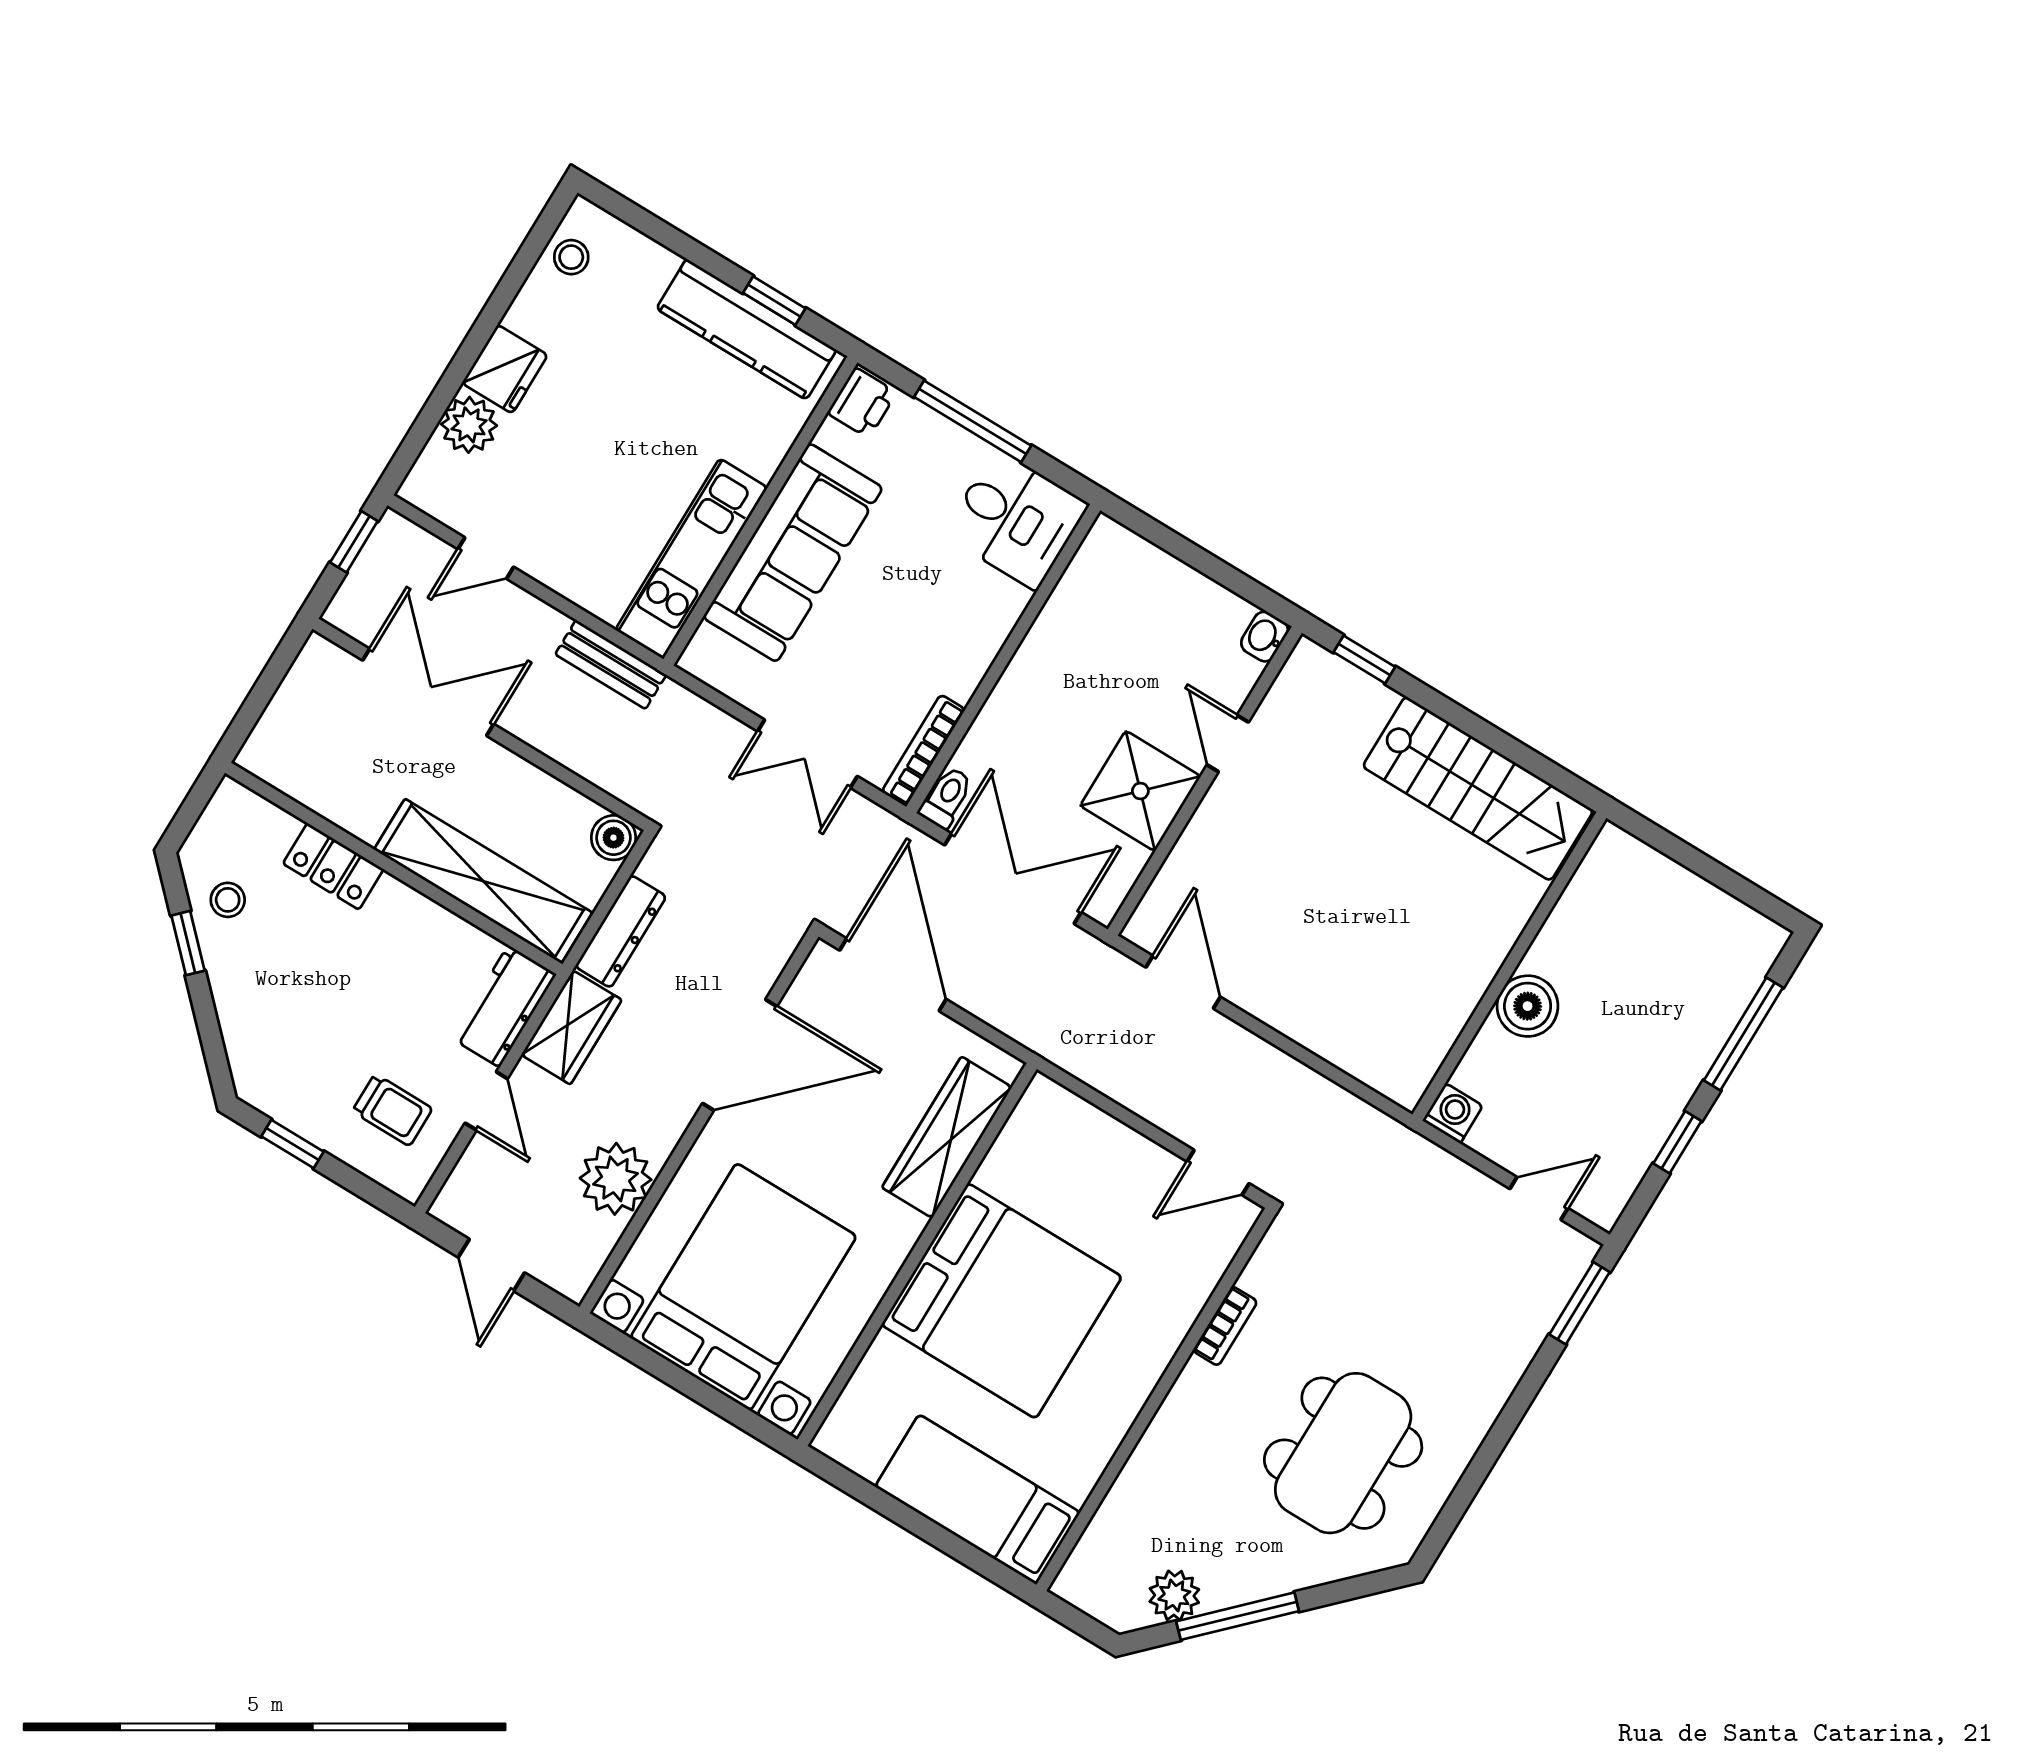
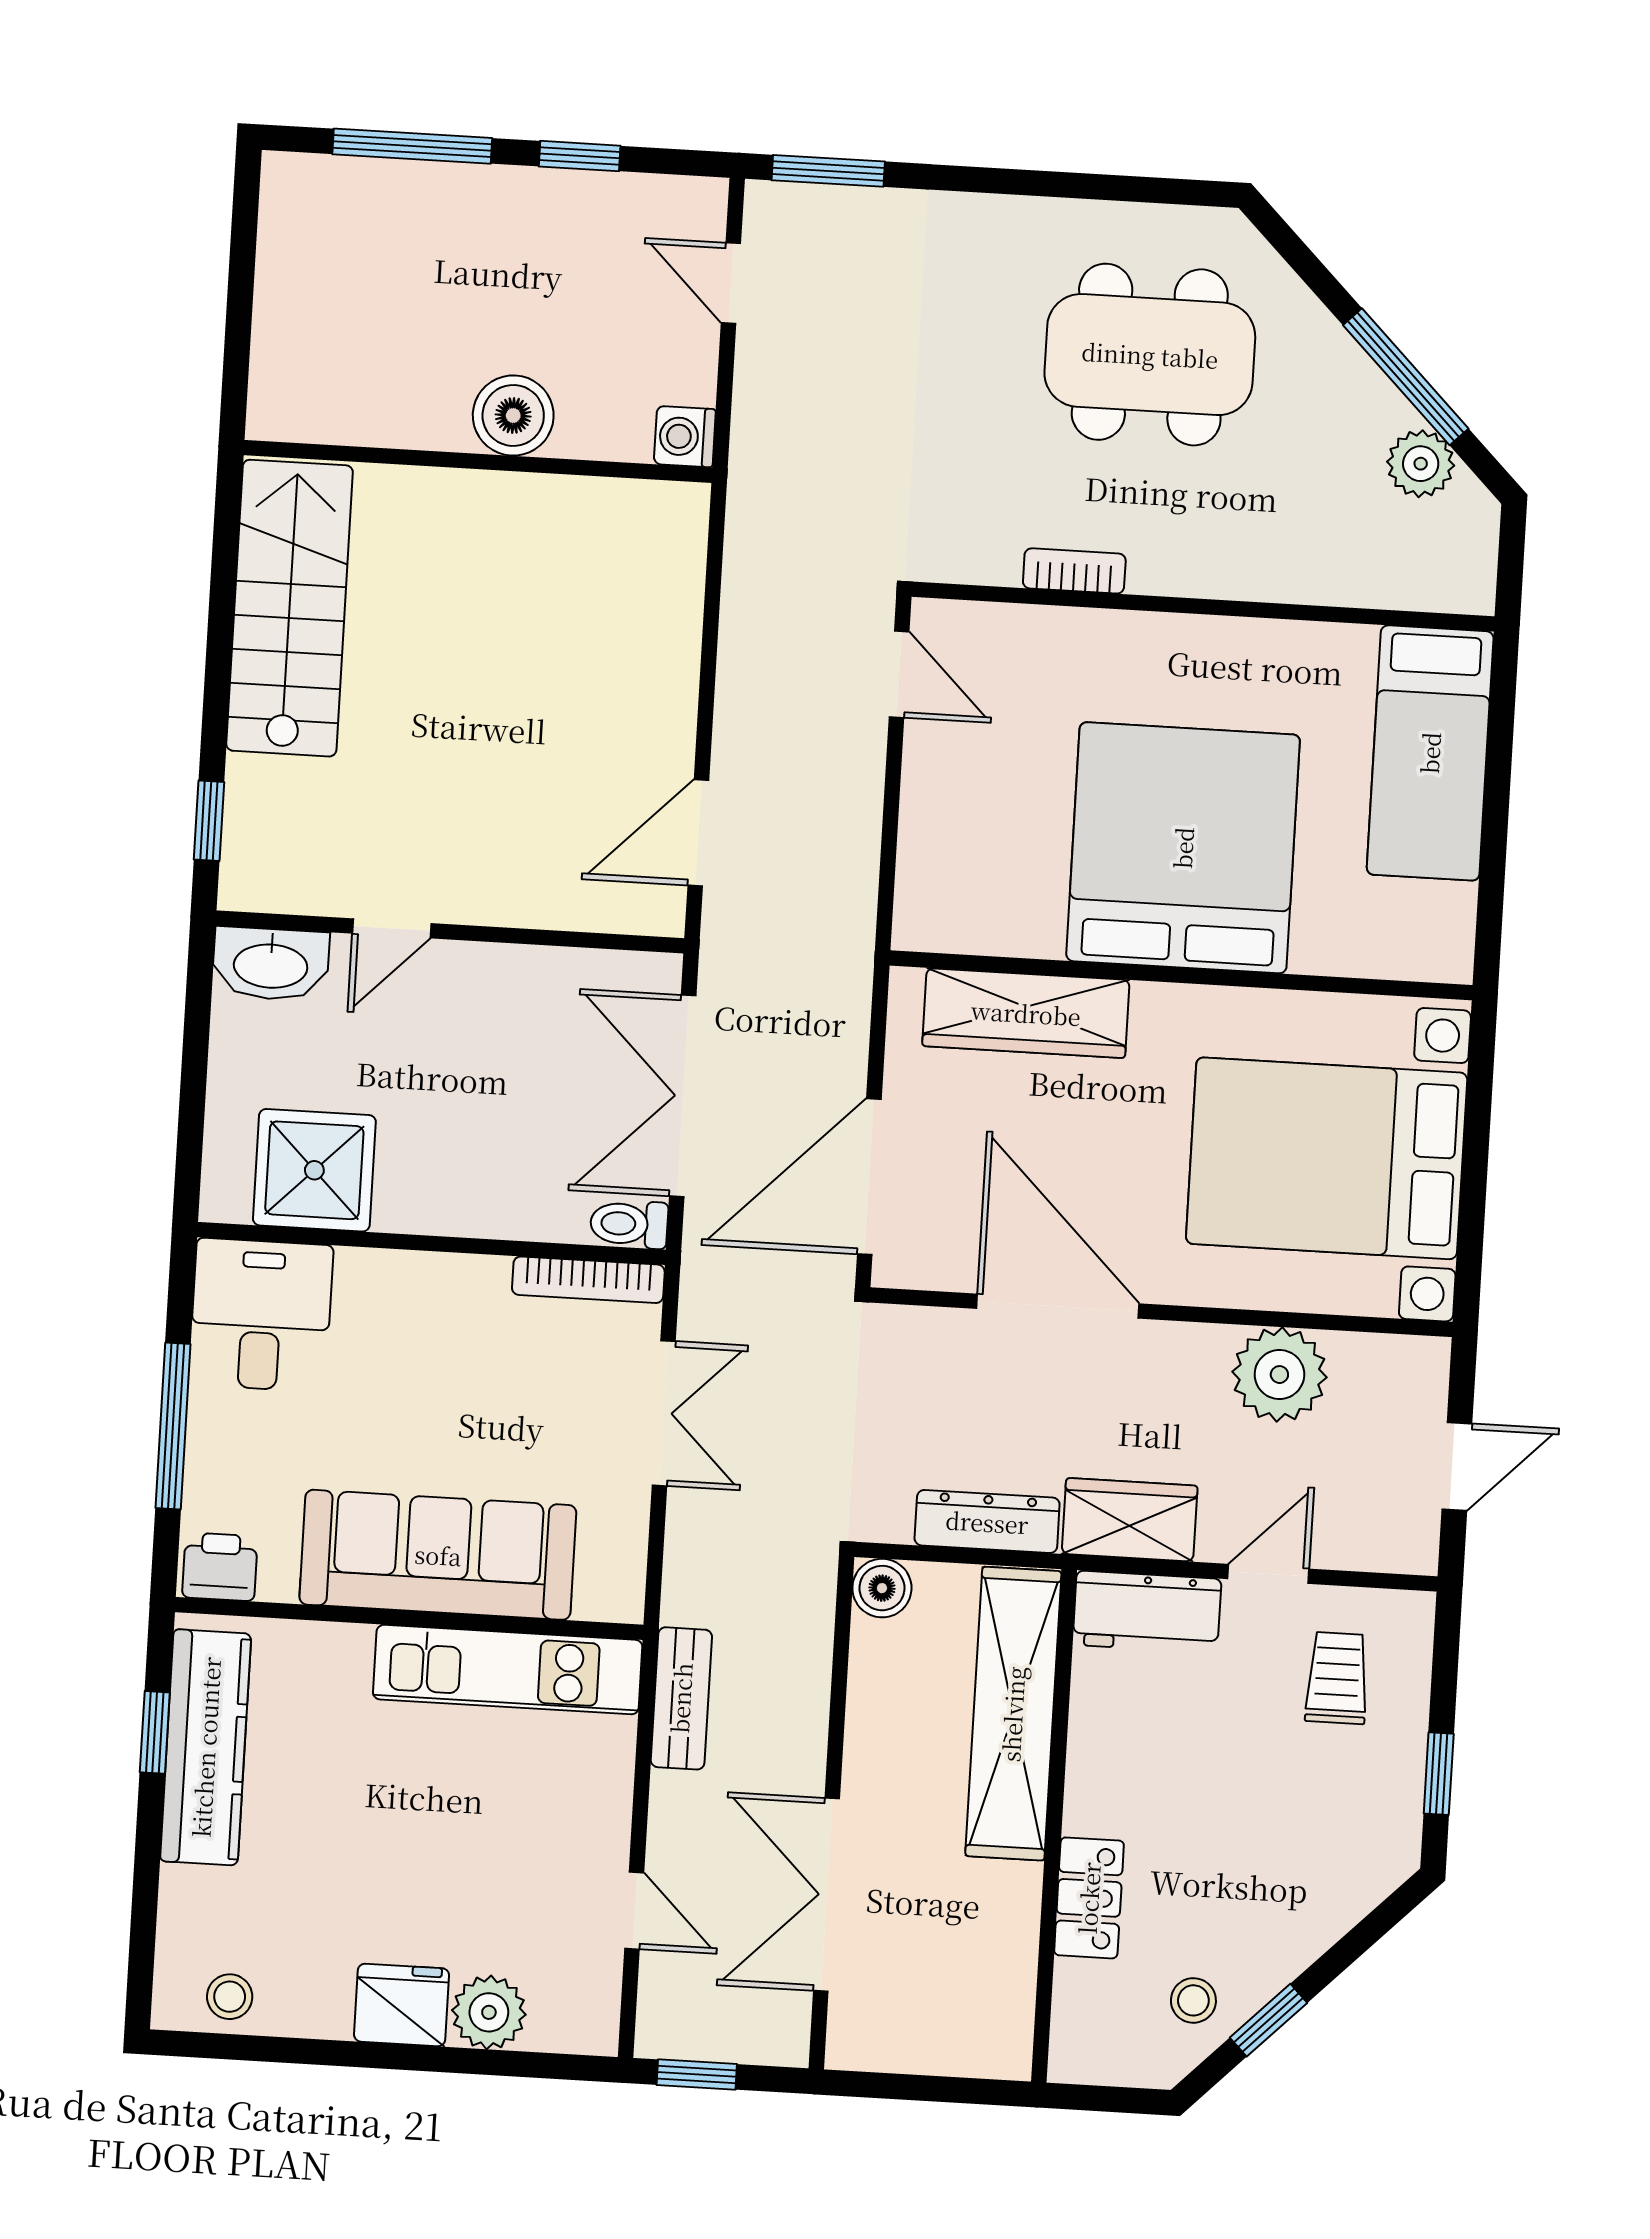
washbasin: (1265, 637) -> (271, 964), width x1.91, depth x1.45
shower: (1140, 791) -> (314, 1170), moved

